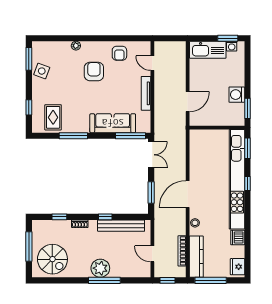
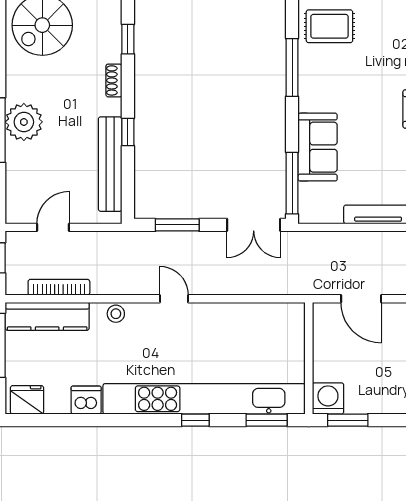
washing machine: (237, 95) -> (328, 398), moved
sofa: (113, 123) -> (318, 147), width x0.73
door: (188, 194) -> (174, 299), width x0.53

